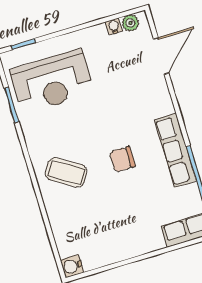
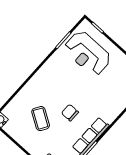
coffee table: (66, 172) -> (41, 119), moved

